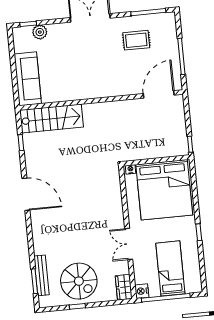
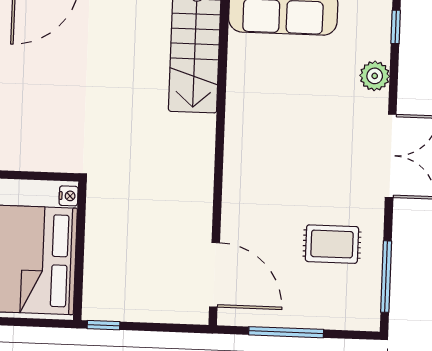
plant: (40, 32) -> (375, 76), moved
rug: (136, 40) -> (332, 244), turned 90

